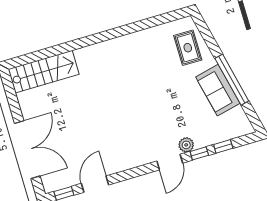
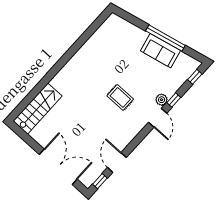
rug: (188, 48) -> (120, 97), moved
window: (223, 146) -> (195, 77), moved

